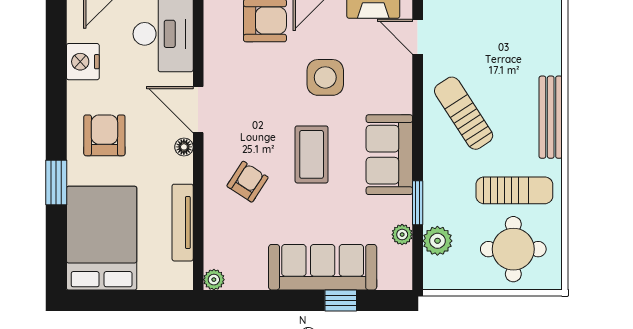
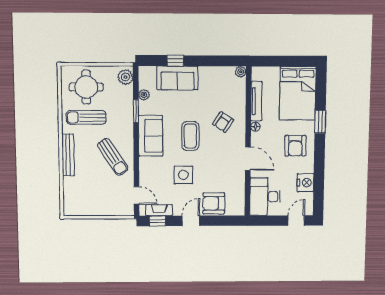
floor lamp: (184, 147) -> (255, 127), moved
plant: (437, 241) -> (125, 77), moved
sofa: (323, 267) -> (177, 78), width x0.73

